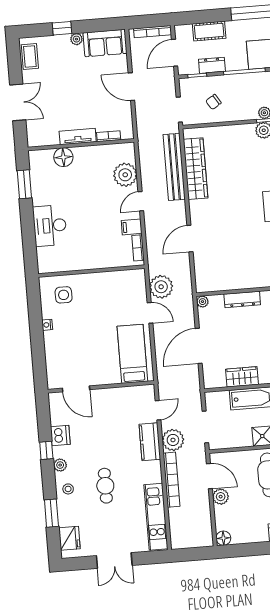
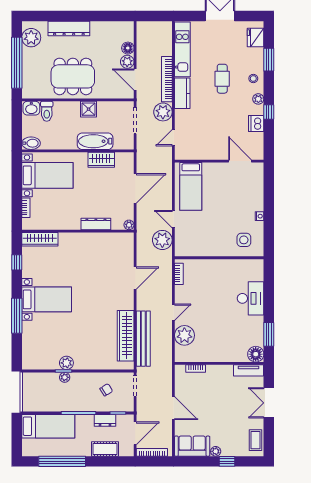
tv unit: (78, 137) -> (249, 370), moved
floor lamp: (63, 157) -> (256, 354), moved
filing cabinet: (132, 227) -> (183, 292), removed
kitchen counter: (150, 442) -> (182, 93), moved
floor lamp: (223, 538) -> (128, 48), moved

